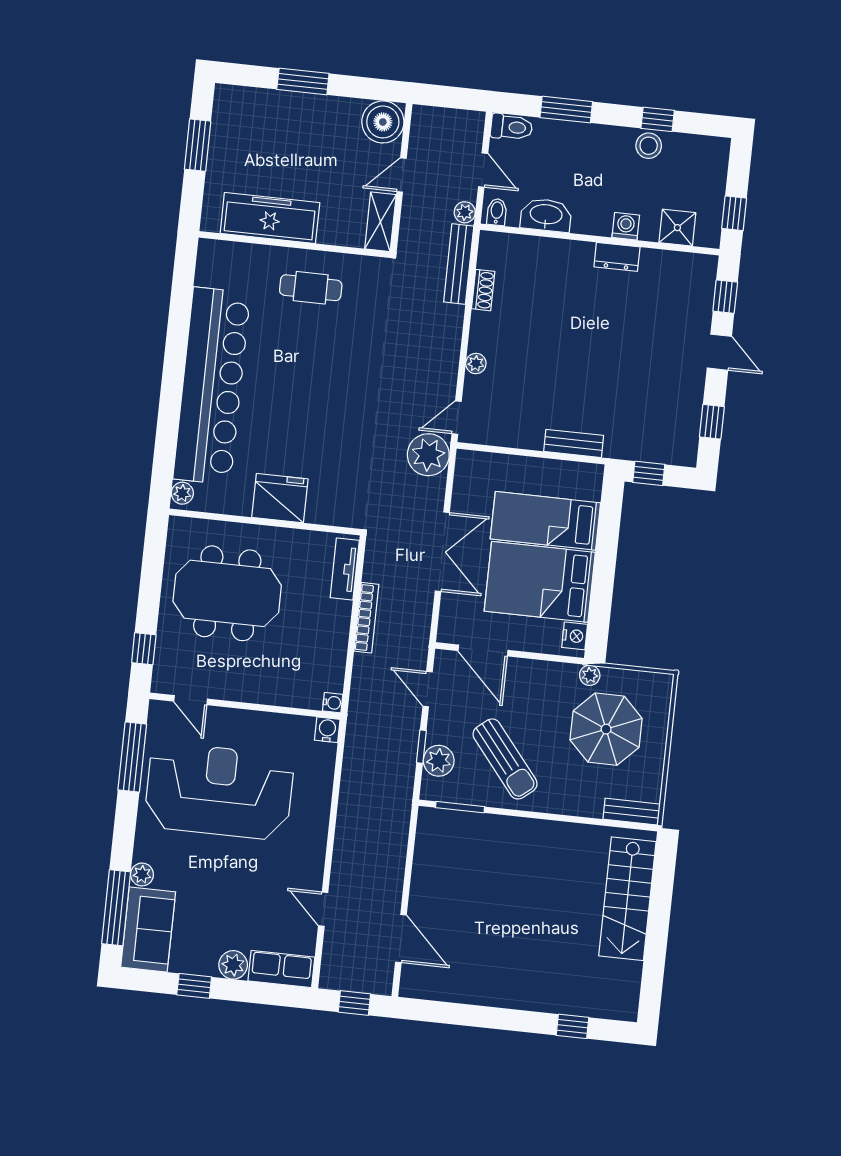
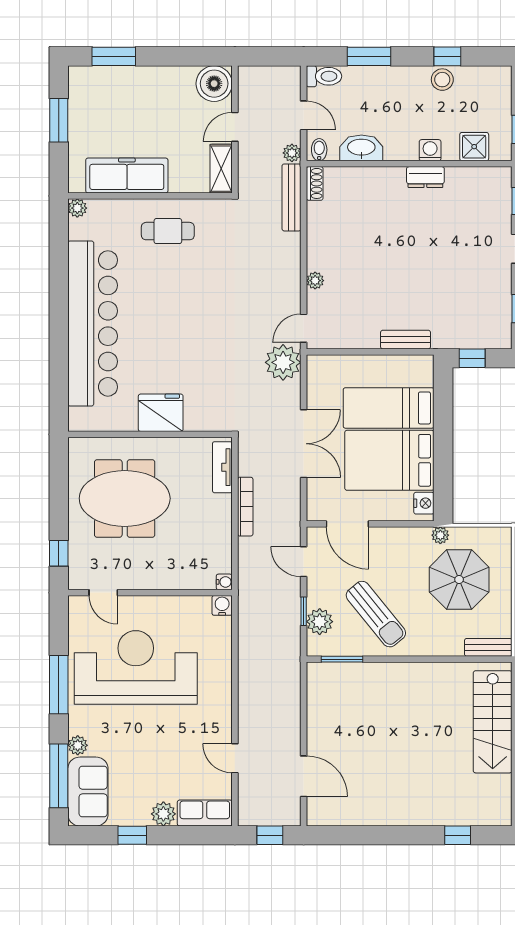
window: (303, 81) -> (114, 56), moved
shoe rack: (483, 290) -> (315, 183), moved
plant: (182, 493) -> (77, 208), moved
window: (132, 757) -> (59, 685), moved

